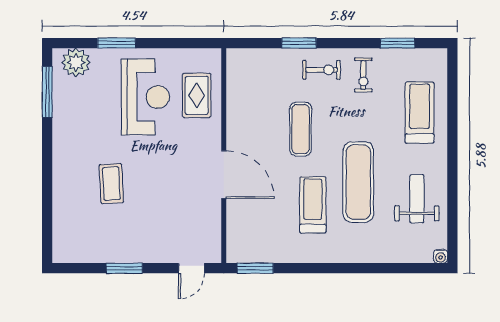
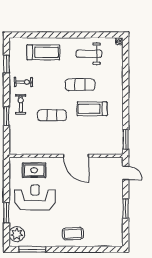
treadmill: (420, 113) -> (43, 52), turned 180
door: (224, 175) -> (76, 156), swing flipped
exercise mat: (358, 182) -> (80, 85), width x0.73, depth x0.69
coffee table: (111, 184) -> (73, 234), moved

